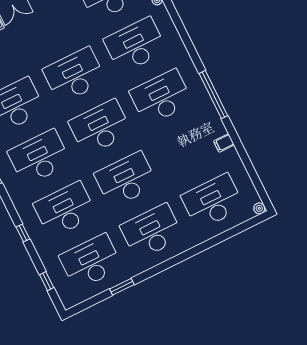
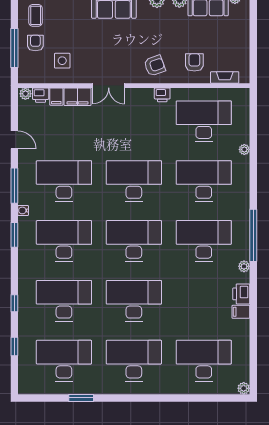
window: (213, 95) -> (253, 235), moved
plant: (207, 102) -> (244, 266), added
printer: (217, 127) -> (241, 294), added
window: (47, 281) -> (14, 347), moved

